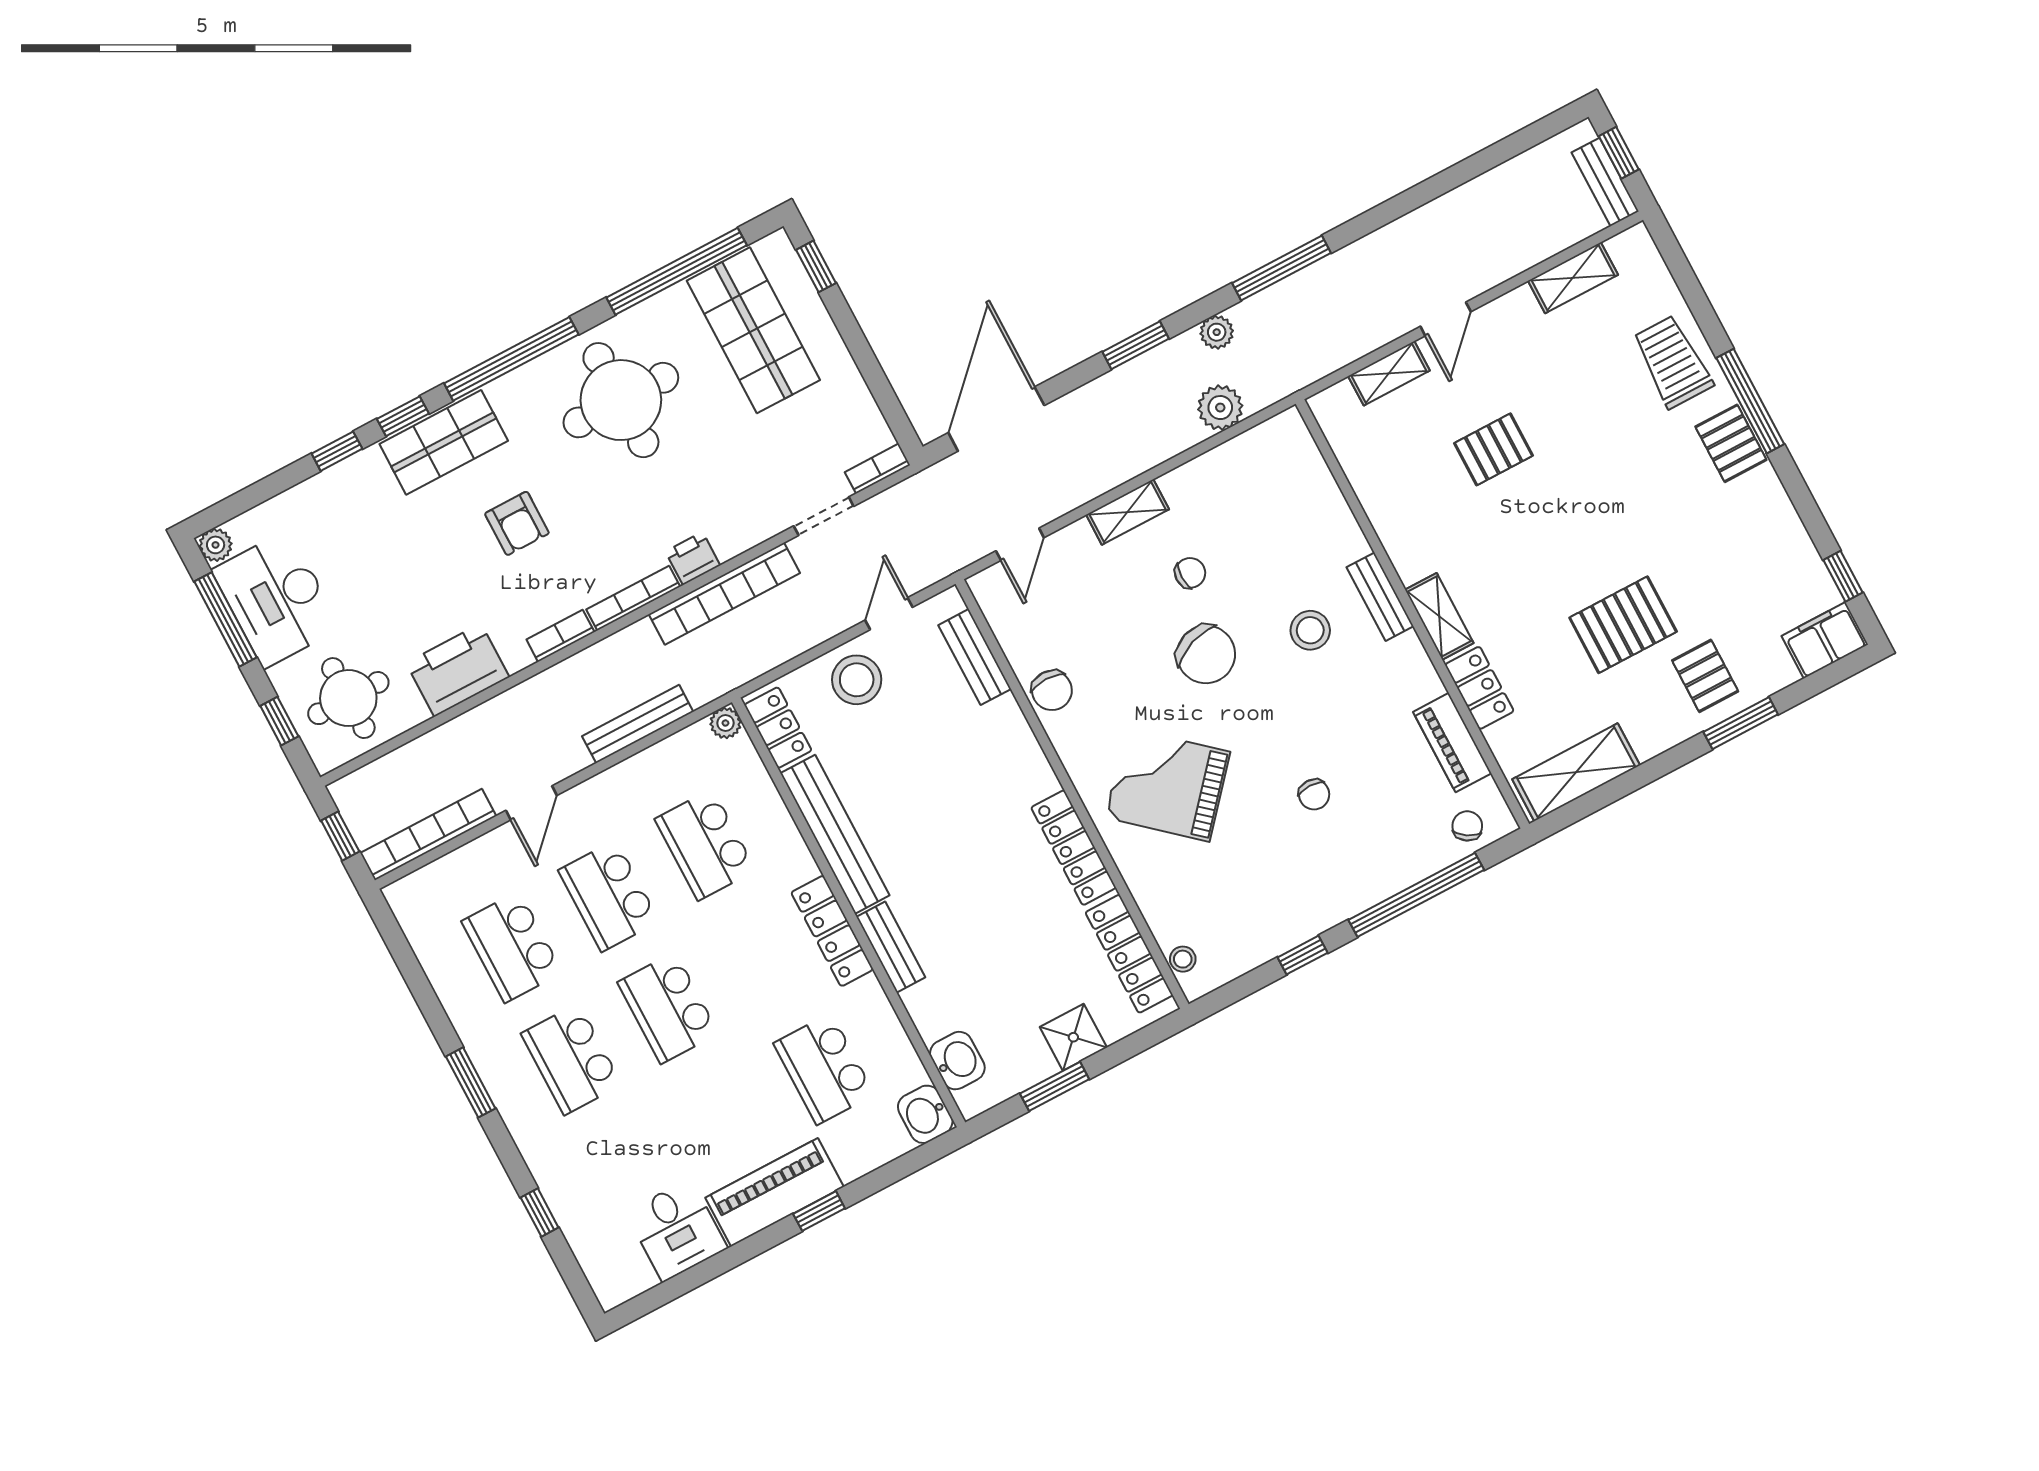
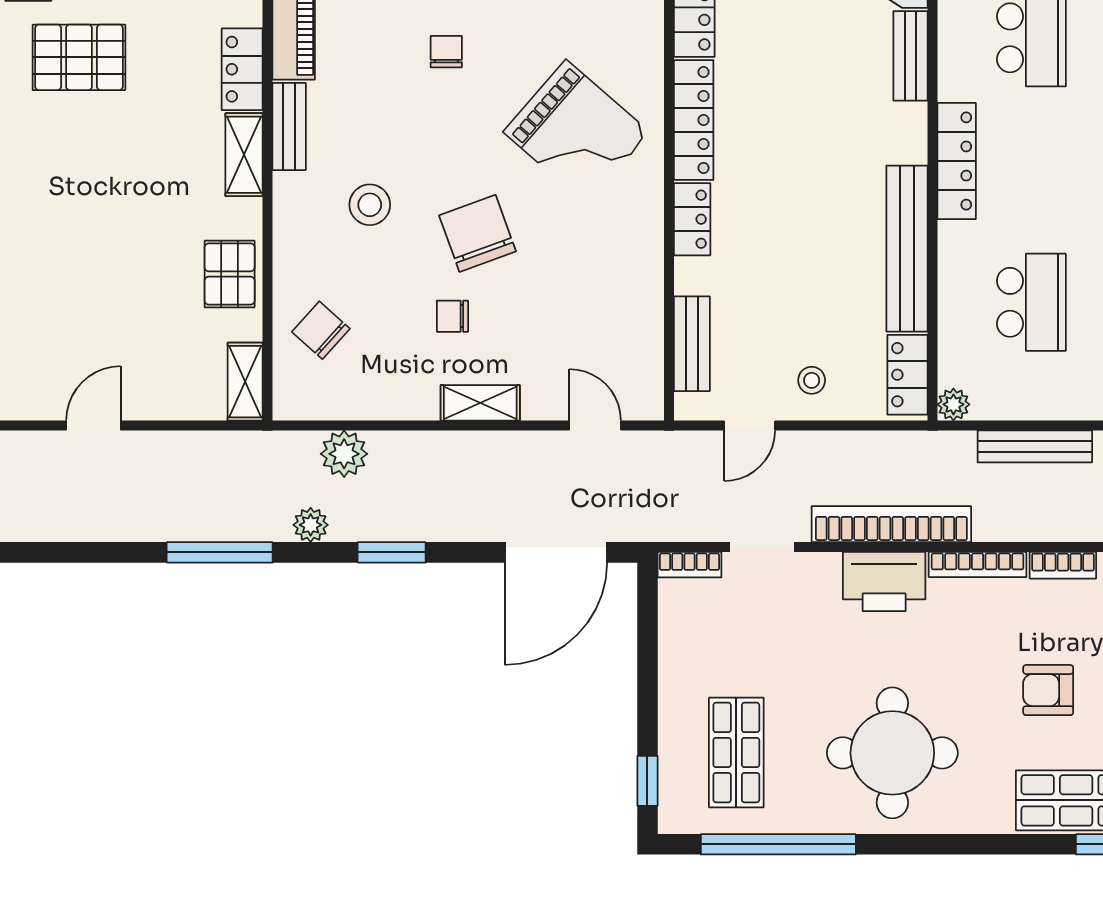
shop shelf: (753, 330) -> (736, 753), width x0.70, depth x0.74
window: (511, 359) -> (973, 844), removed
shelving: (1389, 373) -> (245, 382), moved, turned 90
pallet: (1493, 449) -> (230, 274), moved, turned 90
armchair: (517, 523) -> (1048, 690), turned -90
door: (1020, 544) -> (595, 425), hinge flipped
printer: (693, 558) -> (884, 582), width x1.87, depth x1.48
bench: (1380, 597) -> (289, 126), moved
stool: (857, 680) -> (812, 380), width x0.53, depth x0.53
chair: (1052, 690) -> (321, 330), moved, turned -48
locker: (1030, 763) -> (692, 219), added
bench: (891, 947) -> (910, 56), moved

